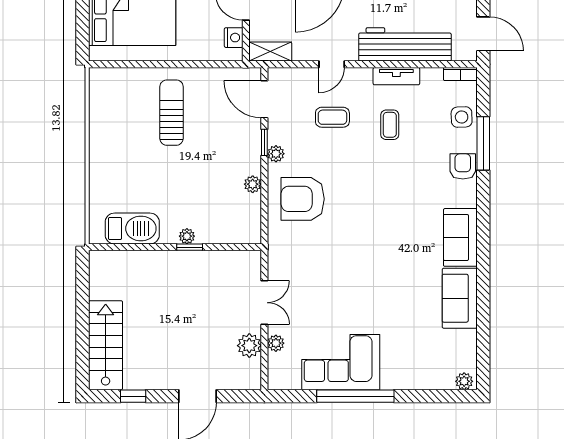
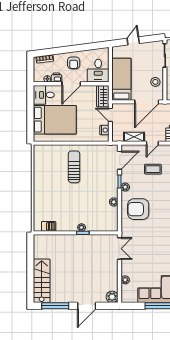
shelving: (270, 52) -> (134, 137), moved
door: (264, 99) -> (120, 160), swing flipped
barbecue: (132, 228) -> (49, 226), width x0.53, depth x0.65
double door: (264, 303) -> (120, 249), moved
plant: (249, 346) -> (112, 297), moved
window: (133, 396) -> (55, 306), width x2.17

